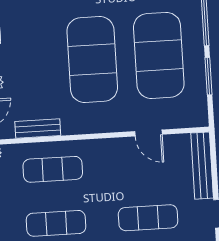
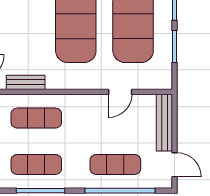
door: (148, 133) -> (120, 92), hinge flipped

